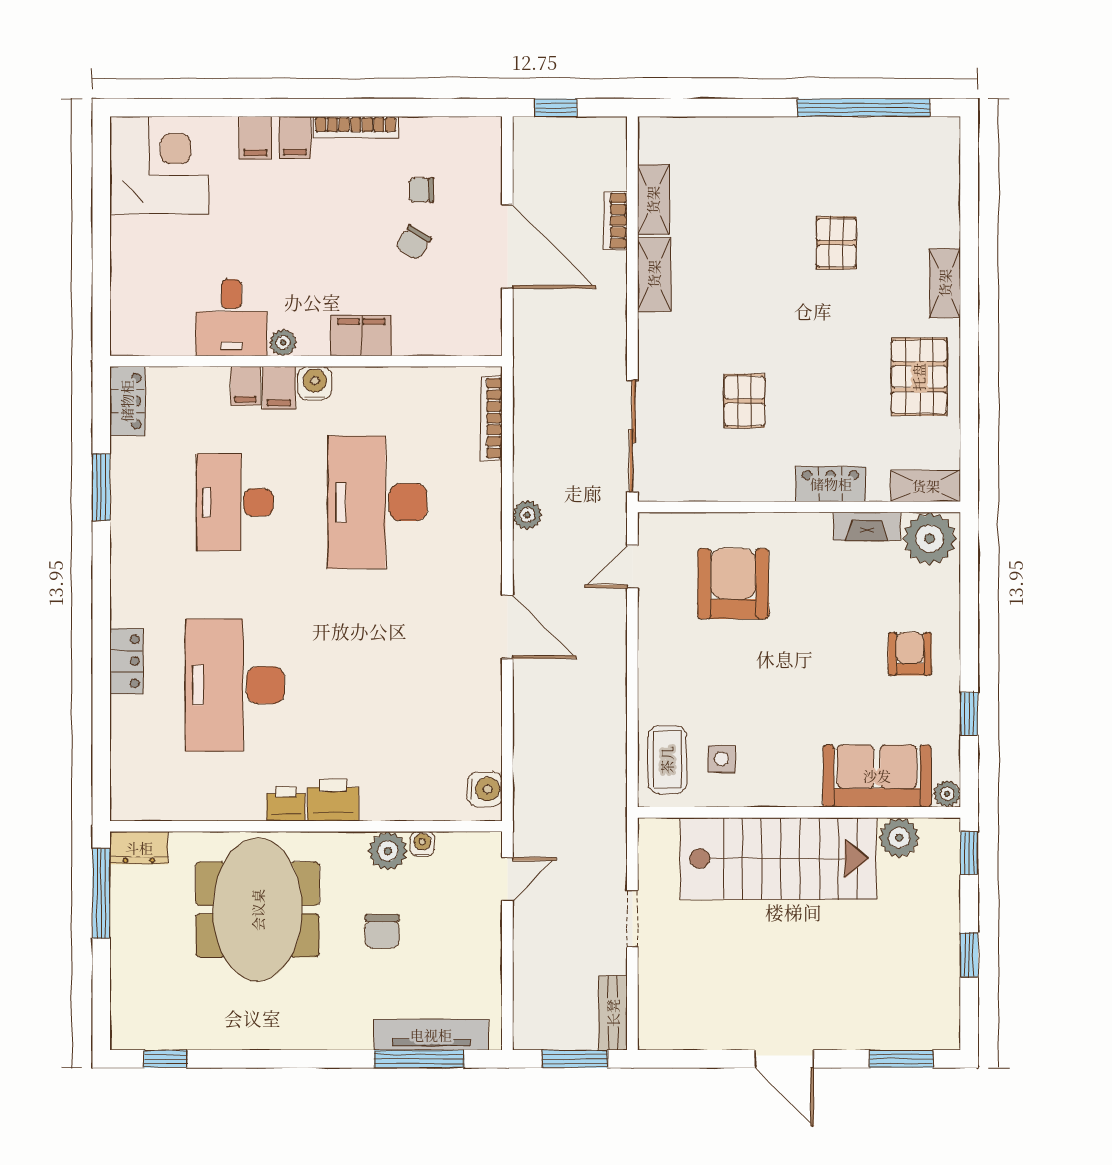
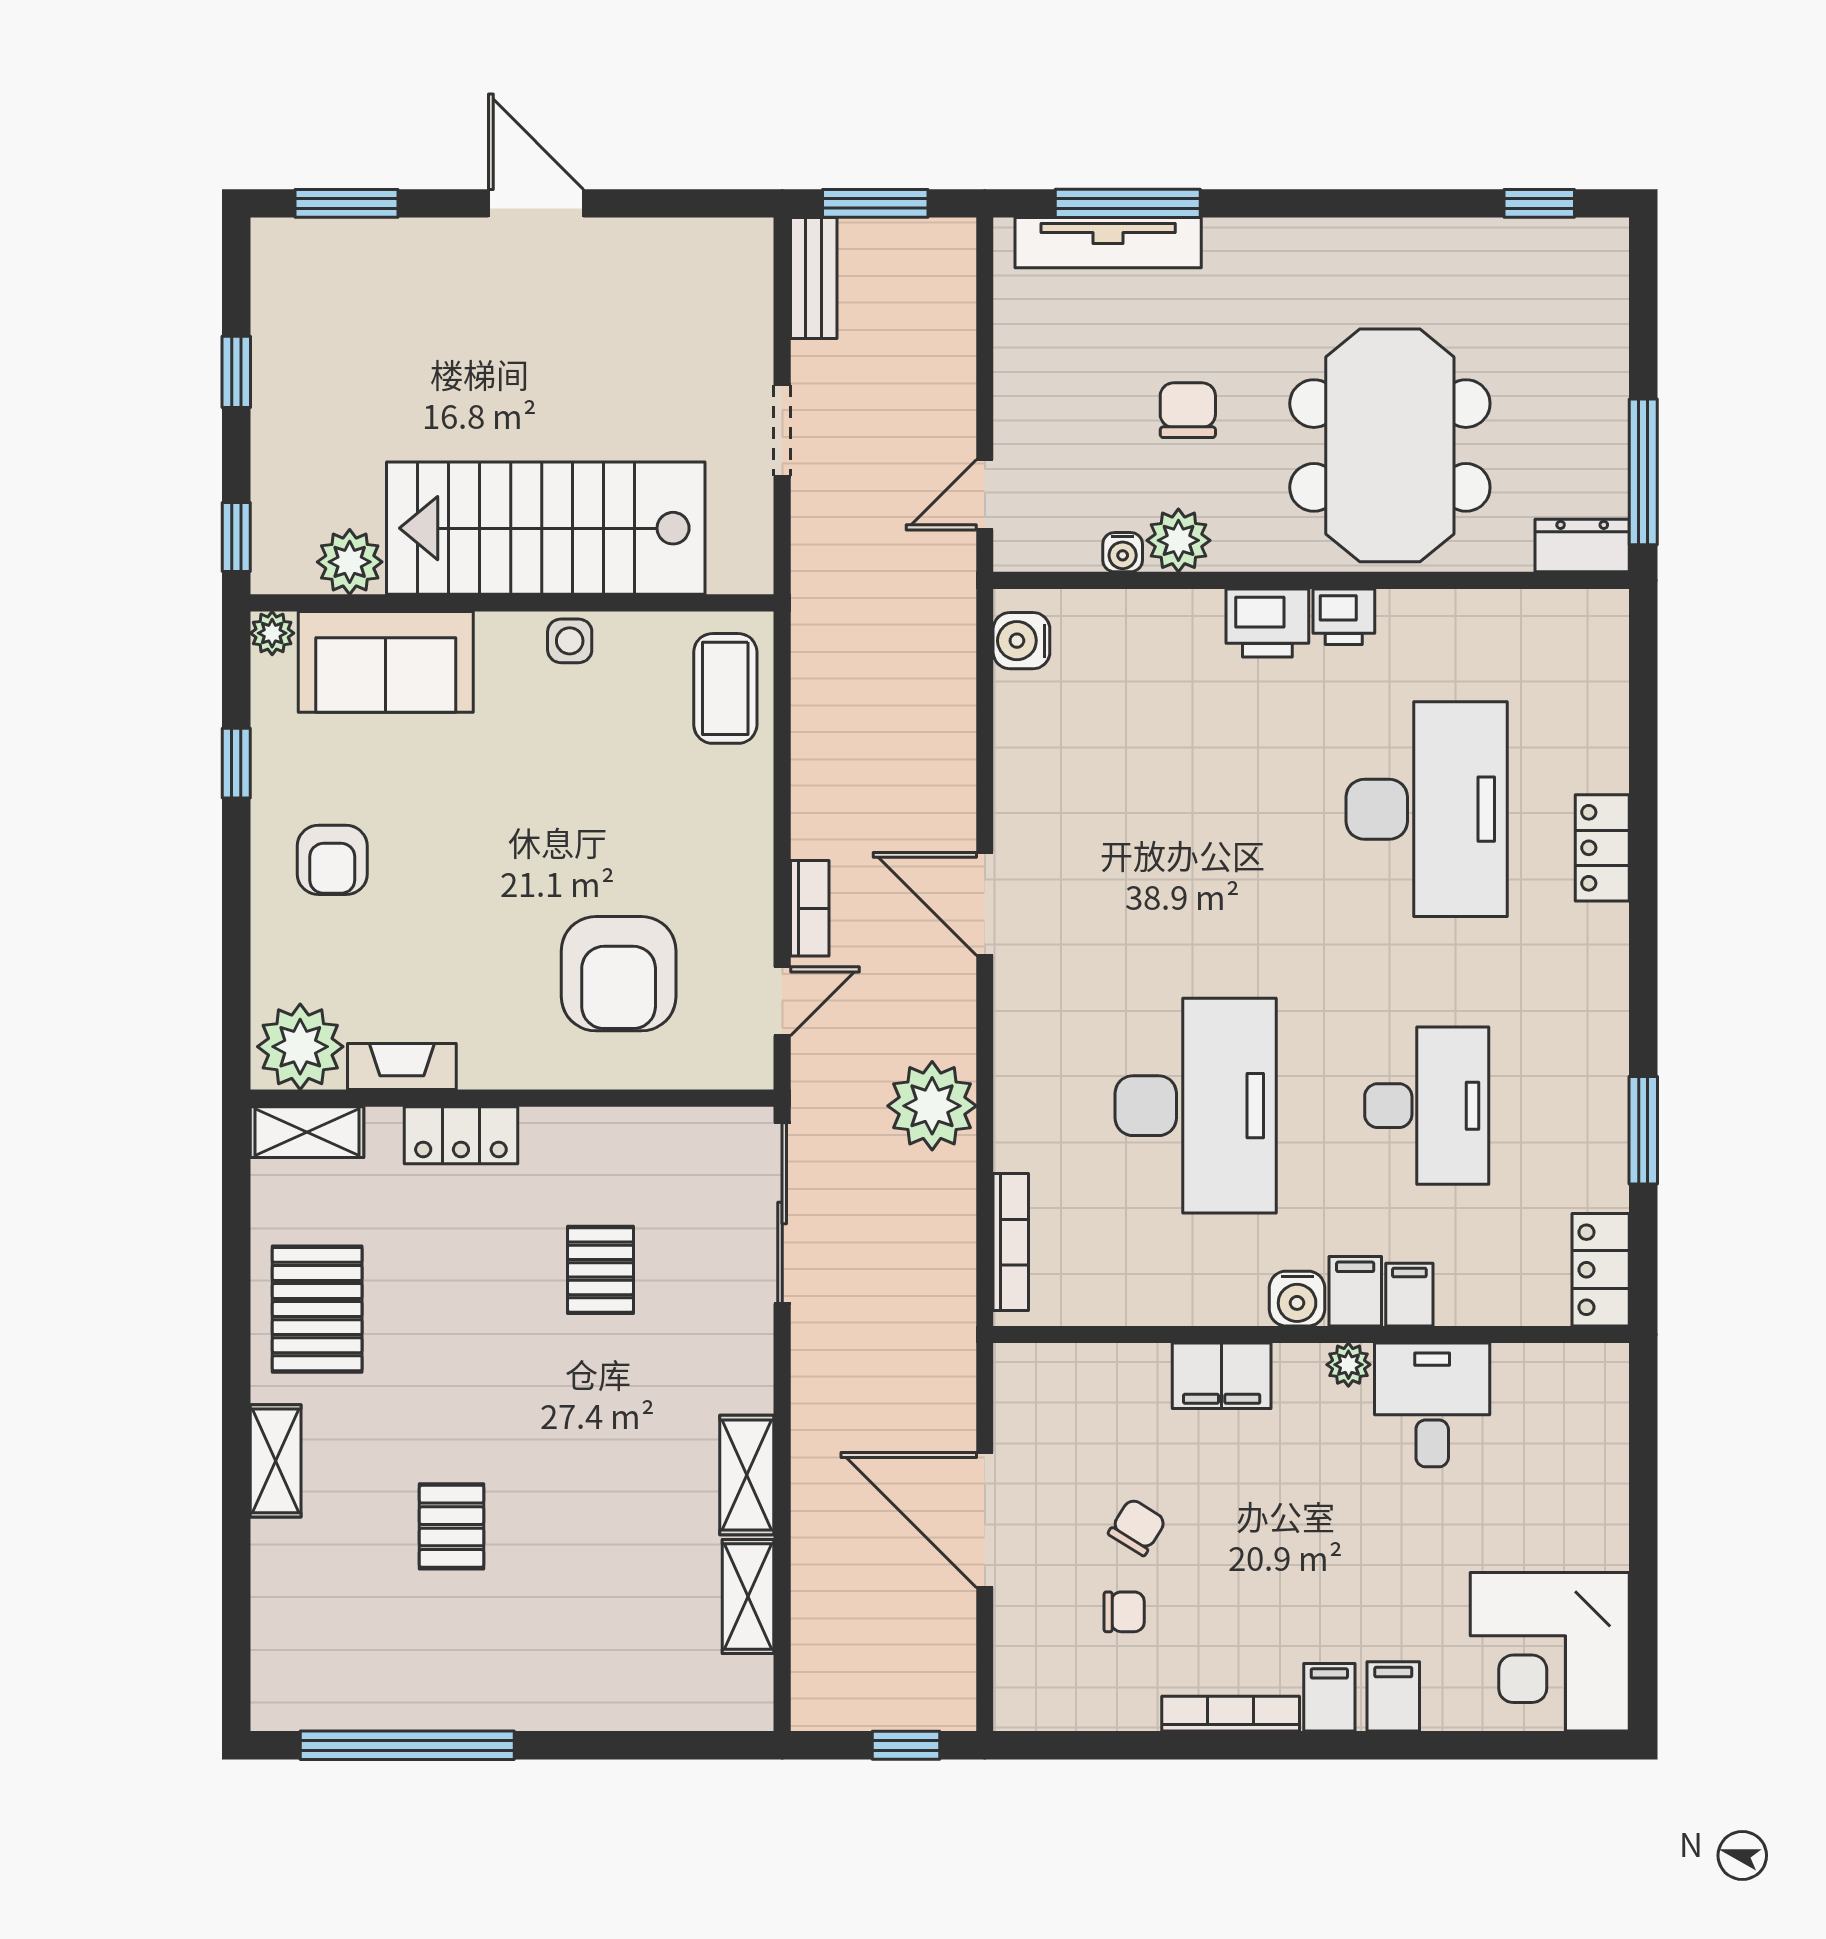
bookcase: (615, 221) -> (810, 908), moved
plant: (527, 515) -> (932, 1106), width x1.88, depth x1.88
side table: (722, 759) -> (570, 641), moved

